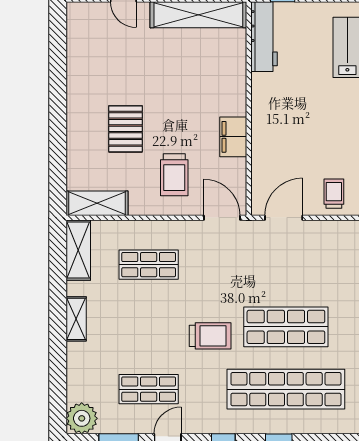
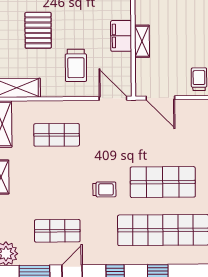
shelving: (260, 144) -> (142, 41), added
door: (284, 218) -> (160, 98), swing flipped
trolley: (210, 336) -> (104, 189), width x0.73, depth x0.72

